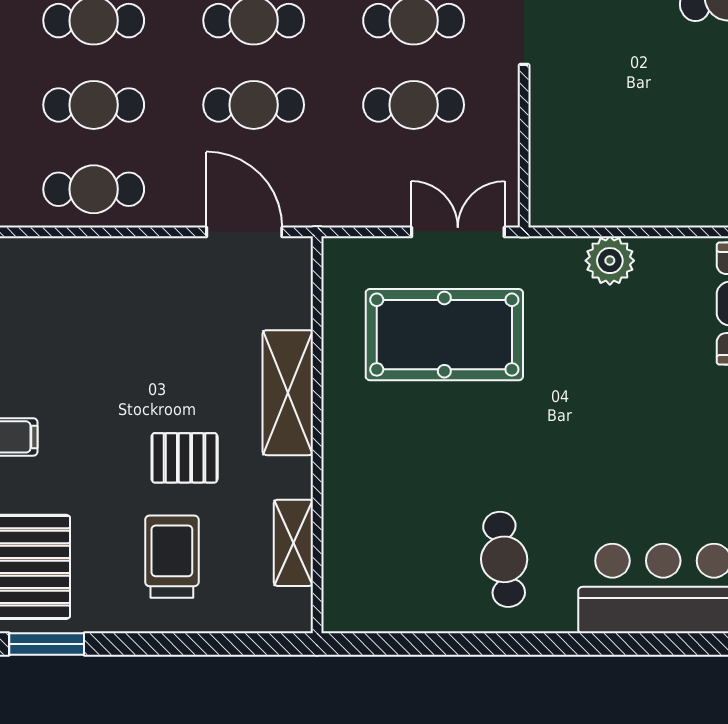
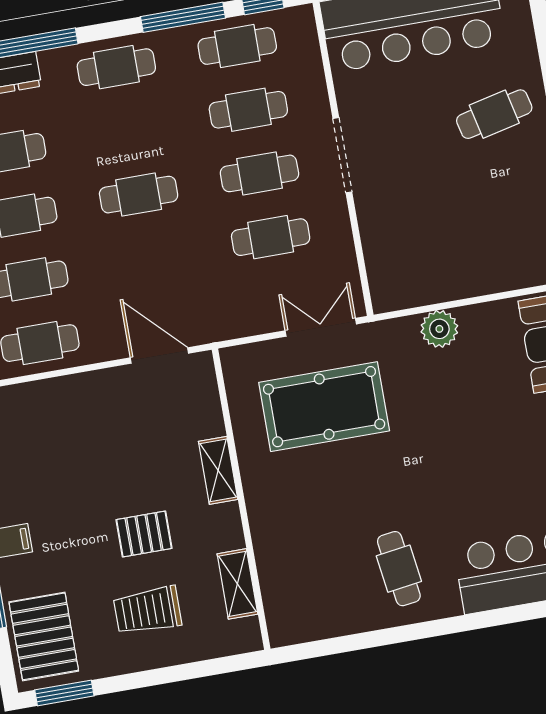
cafe table: (254, 105) -> (150, 258), removed
shelving: (288, 393) -> (218, 470), width x0.67, depth x0.75
trolley: (172, 557) -> (148, 610), turned -90

